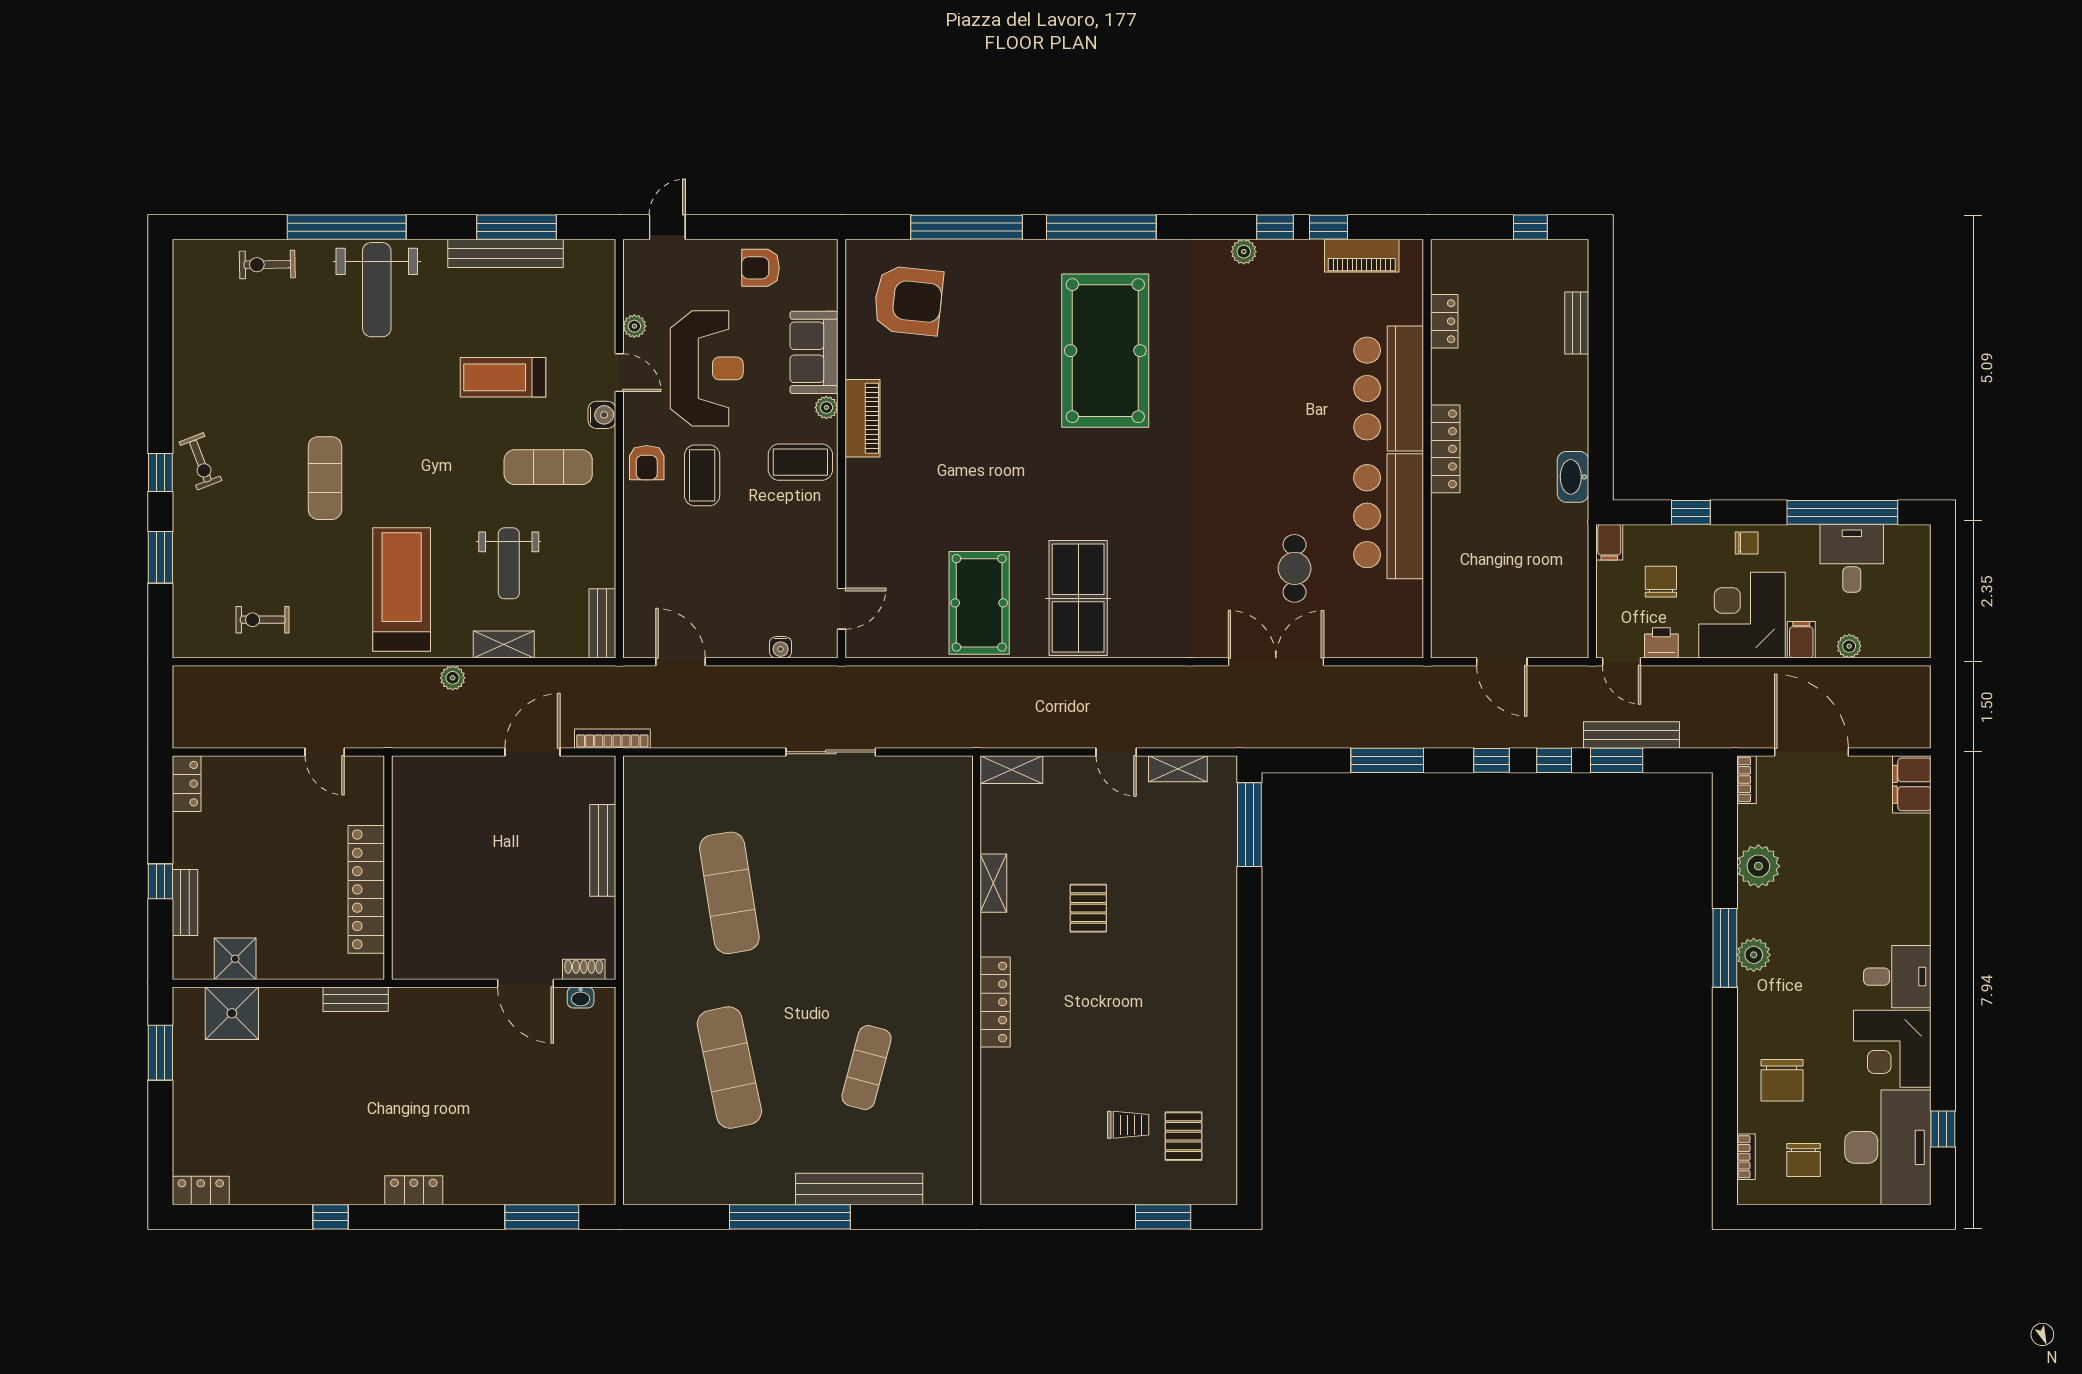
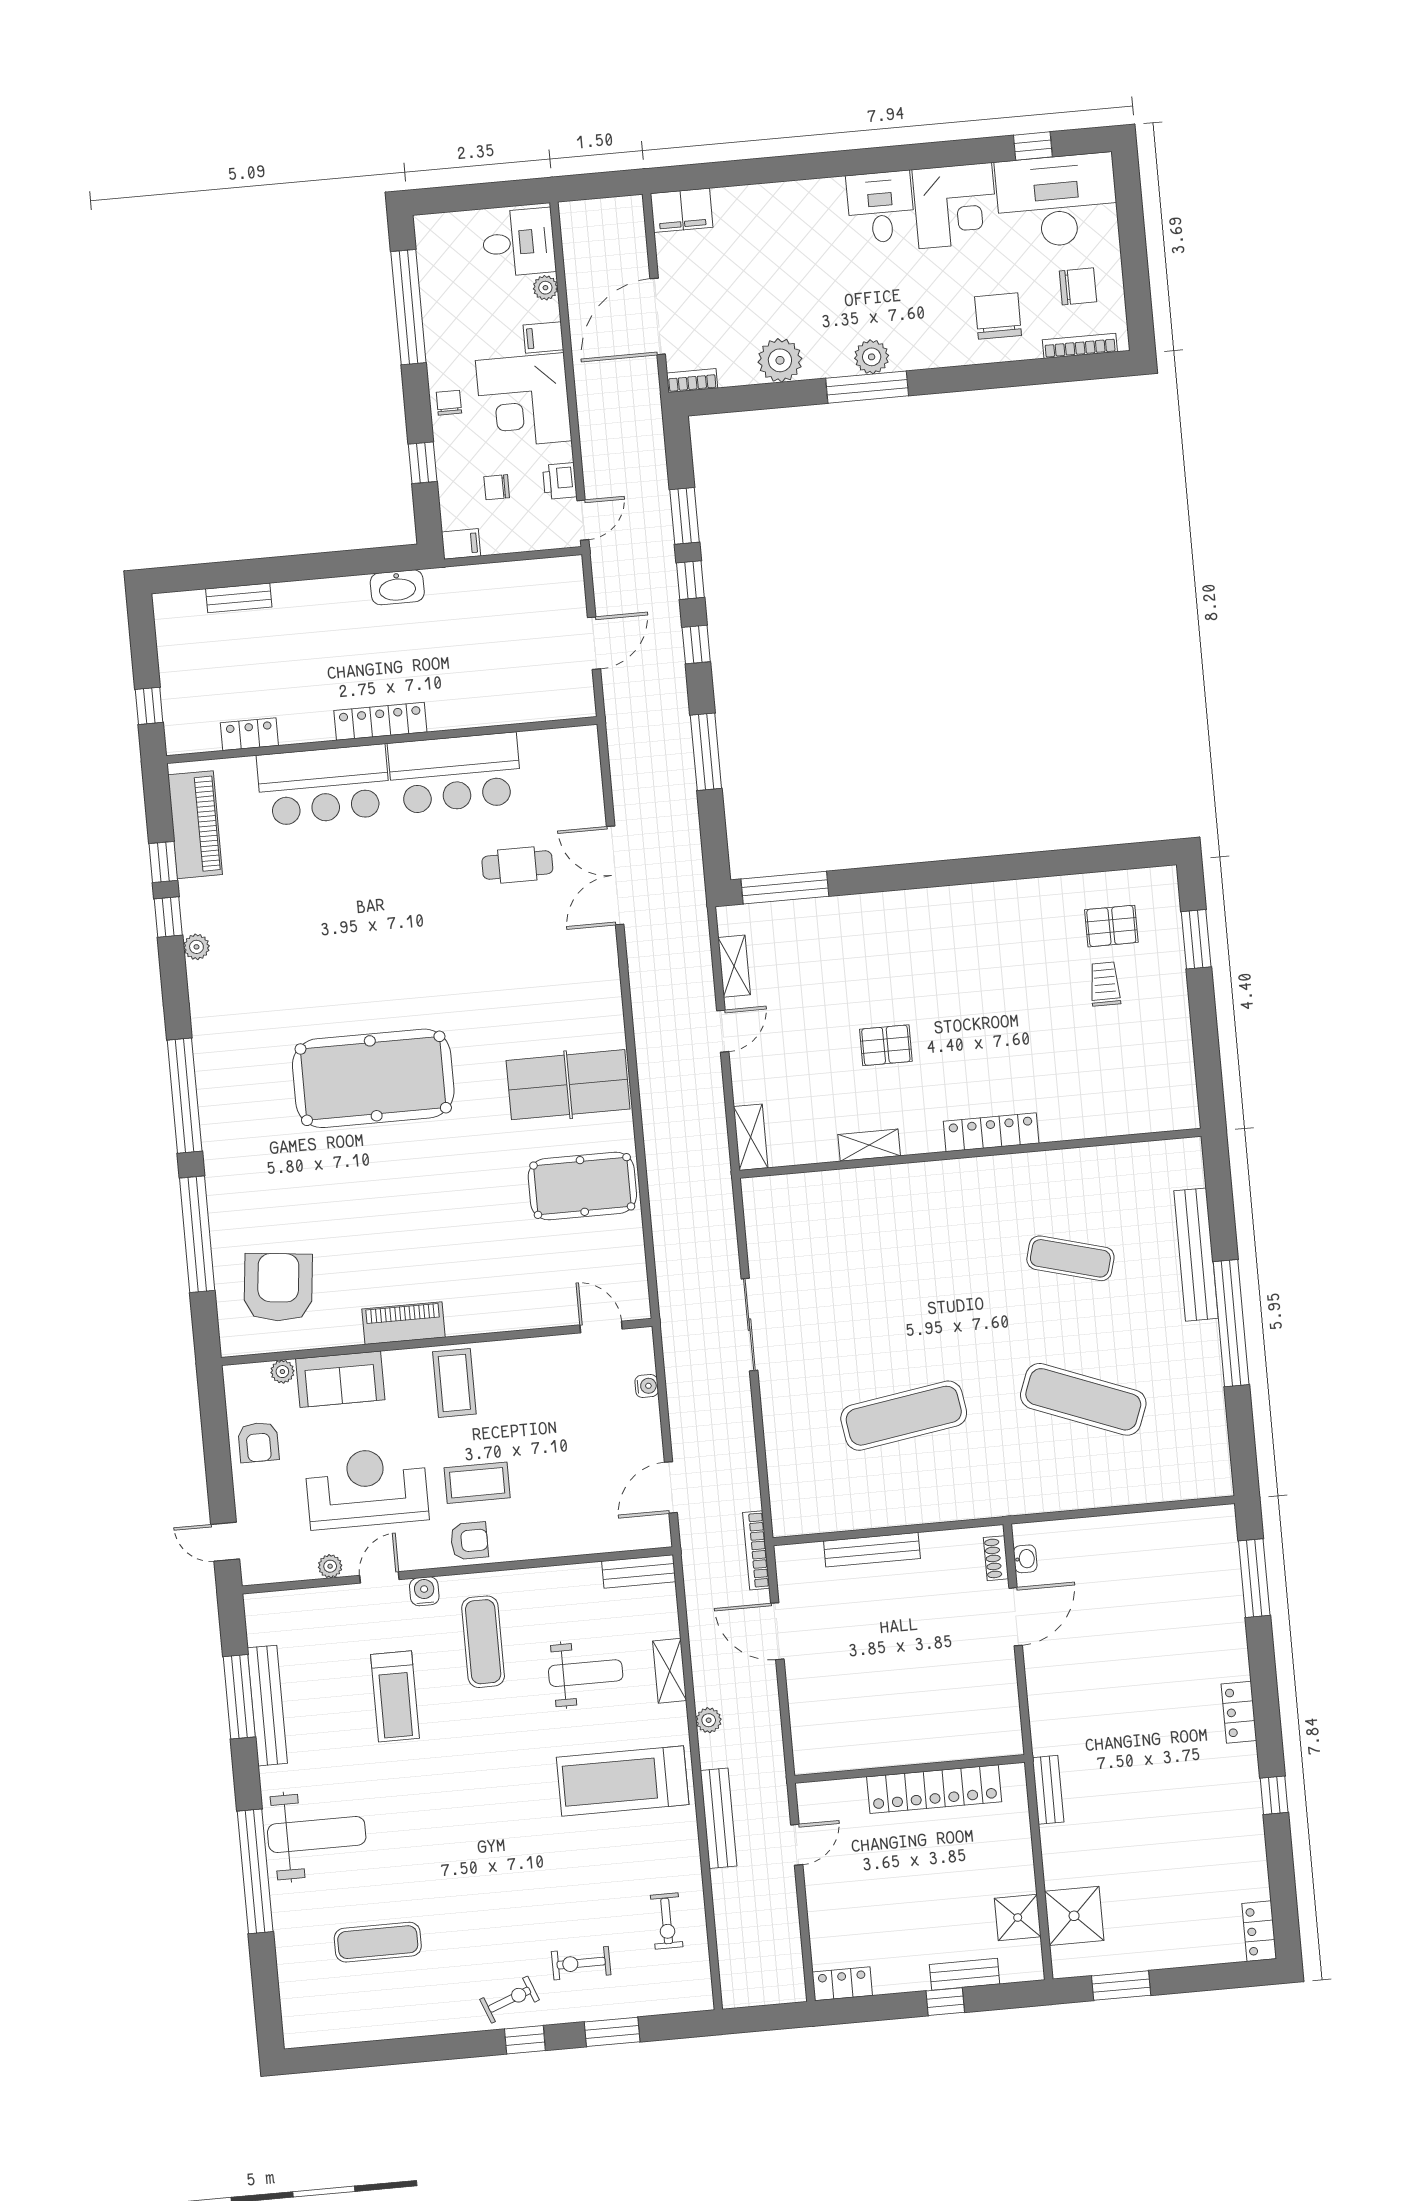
window: (1530, 227) -> (149, 706), moved
piano: (1362, 256) -> (195, 825), width x1.37, depth x1.33
exercise bike: (267, 265) -> (581, 1963), moved, turned 91
pool table: (1105, 351) -> (373, 1078), moved
plant: (826, 407) -> (282, 1372), moved
exercise mat: (325, 478) -> (378, 1942), moved
desk: (1852, 558) -> (519, 242), moved, turned 180
chair: (1661, 582) -> (497, 487), width x0.73, depth x0.73
bench: (1631, 735) -> (719, 1818), moved
exercise mat: (729, 1068) -> (1083, 1399), turned 33
chair: (1782, 1080) -> (998, 316), turned -90
bookcase: (1746, 1157) -> (1080, 346), width x1.56

